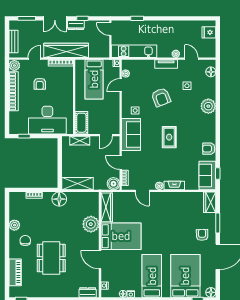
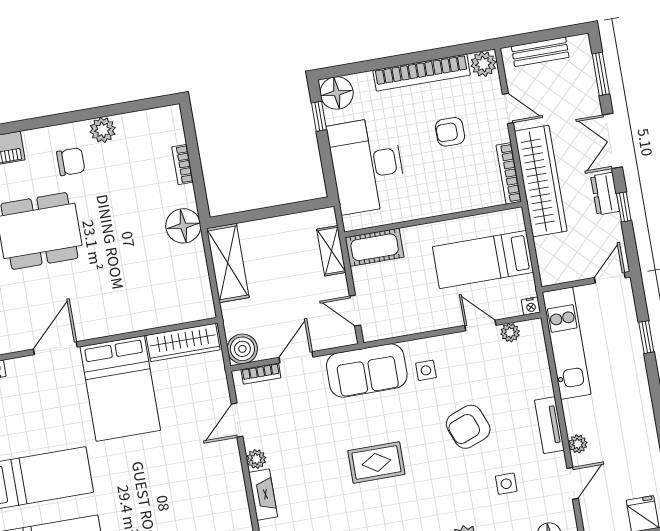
floor lamp: (16, 127) -> (337, 93), added
plant: (91, 224) -> (137, 311), removed

